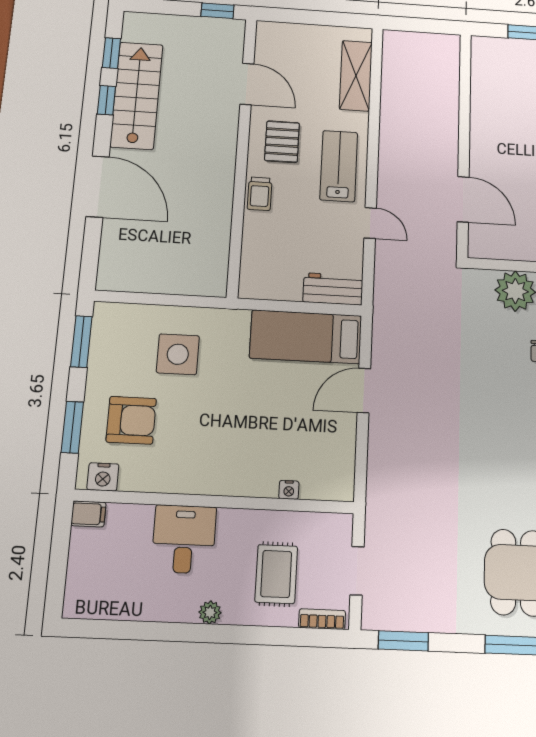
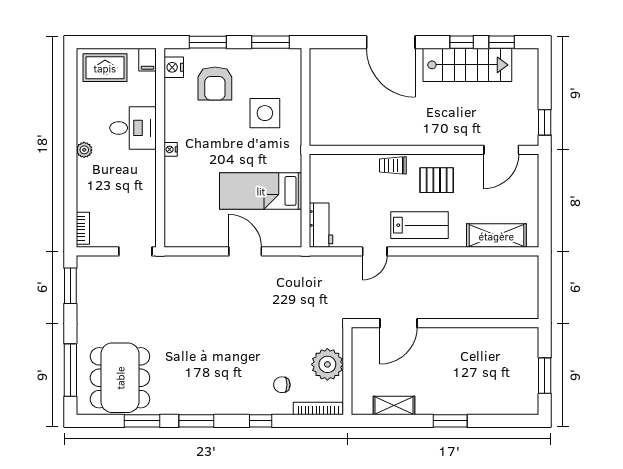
door: (247, 84) -> (501, 150), moved
door: (98, 186) -> (391, 42), hinge flipped
bed: (306, 337) -> (261, 191), moved, turned -90
nightstand: (289, 490) -> (171, 149), moved
doorway: (357, 571) -> (135, 251), moved
rug: (276, 574) -> (105, 68), moved

